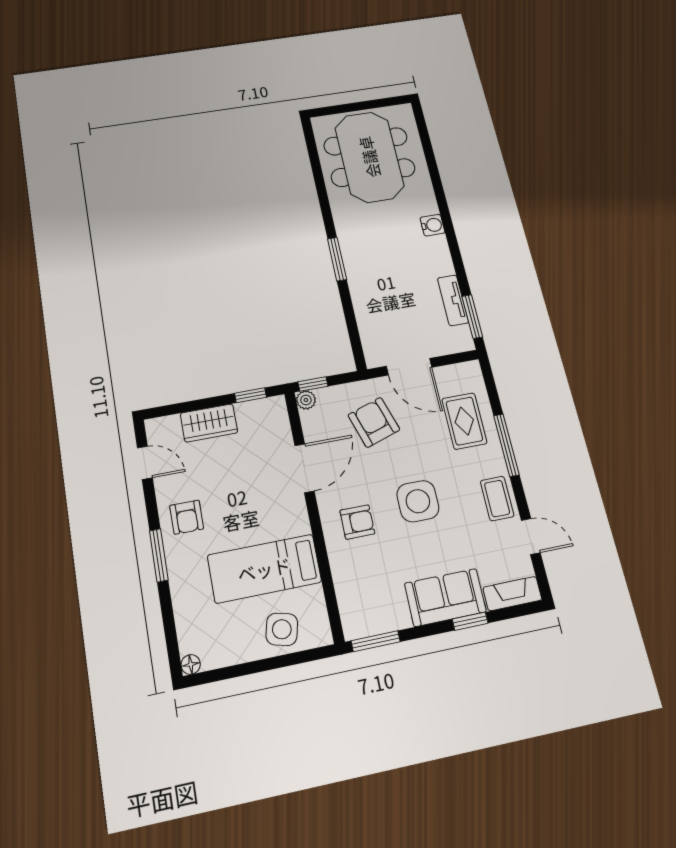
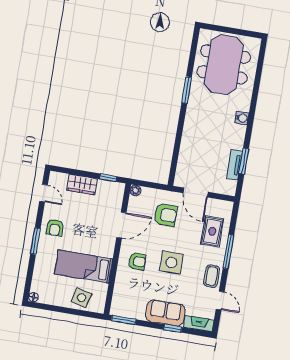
window: (337, 259) -> (187, 90), moved
window: (472, 317) -> (244, 161), moved
window: (313, 384) -> (142, 183), removed
armchair: (374, 422) -> (166, 215), turned 108

